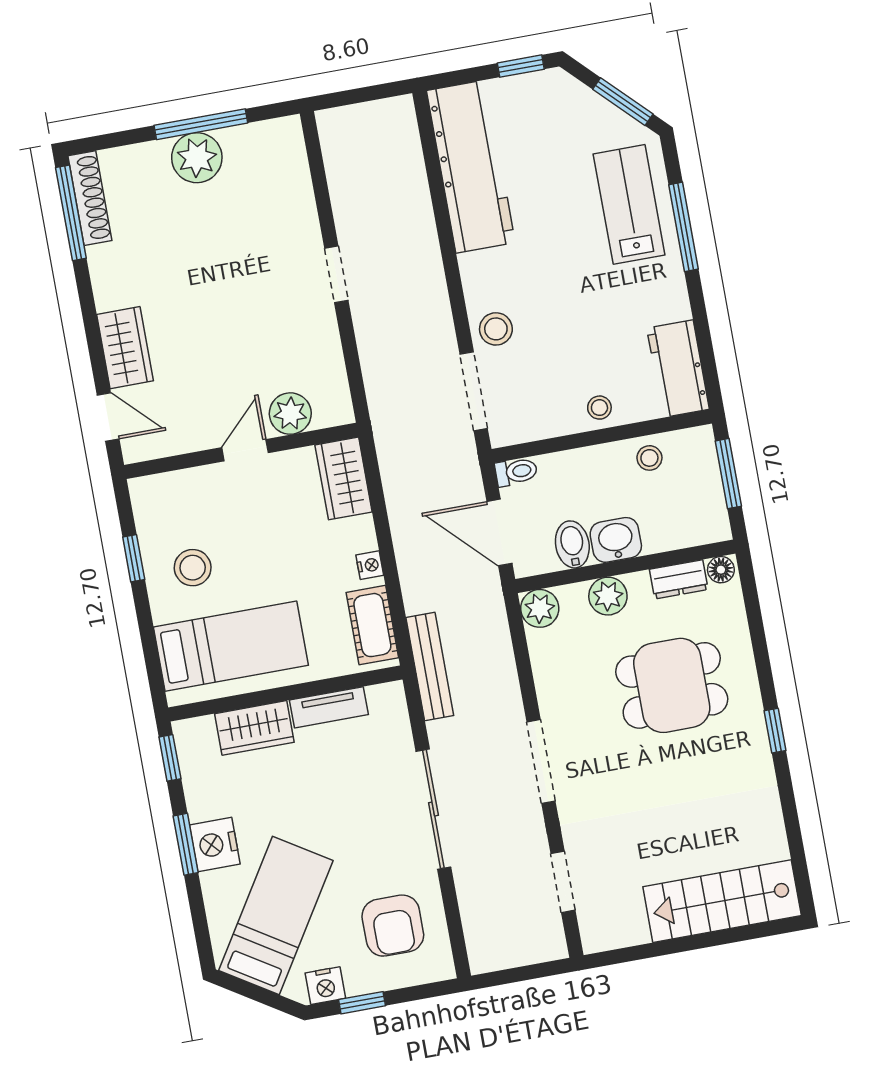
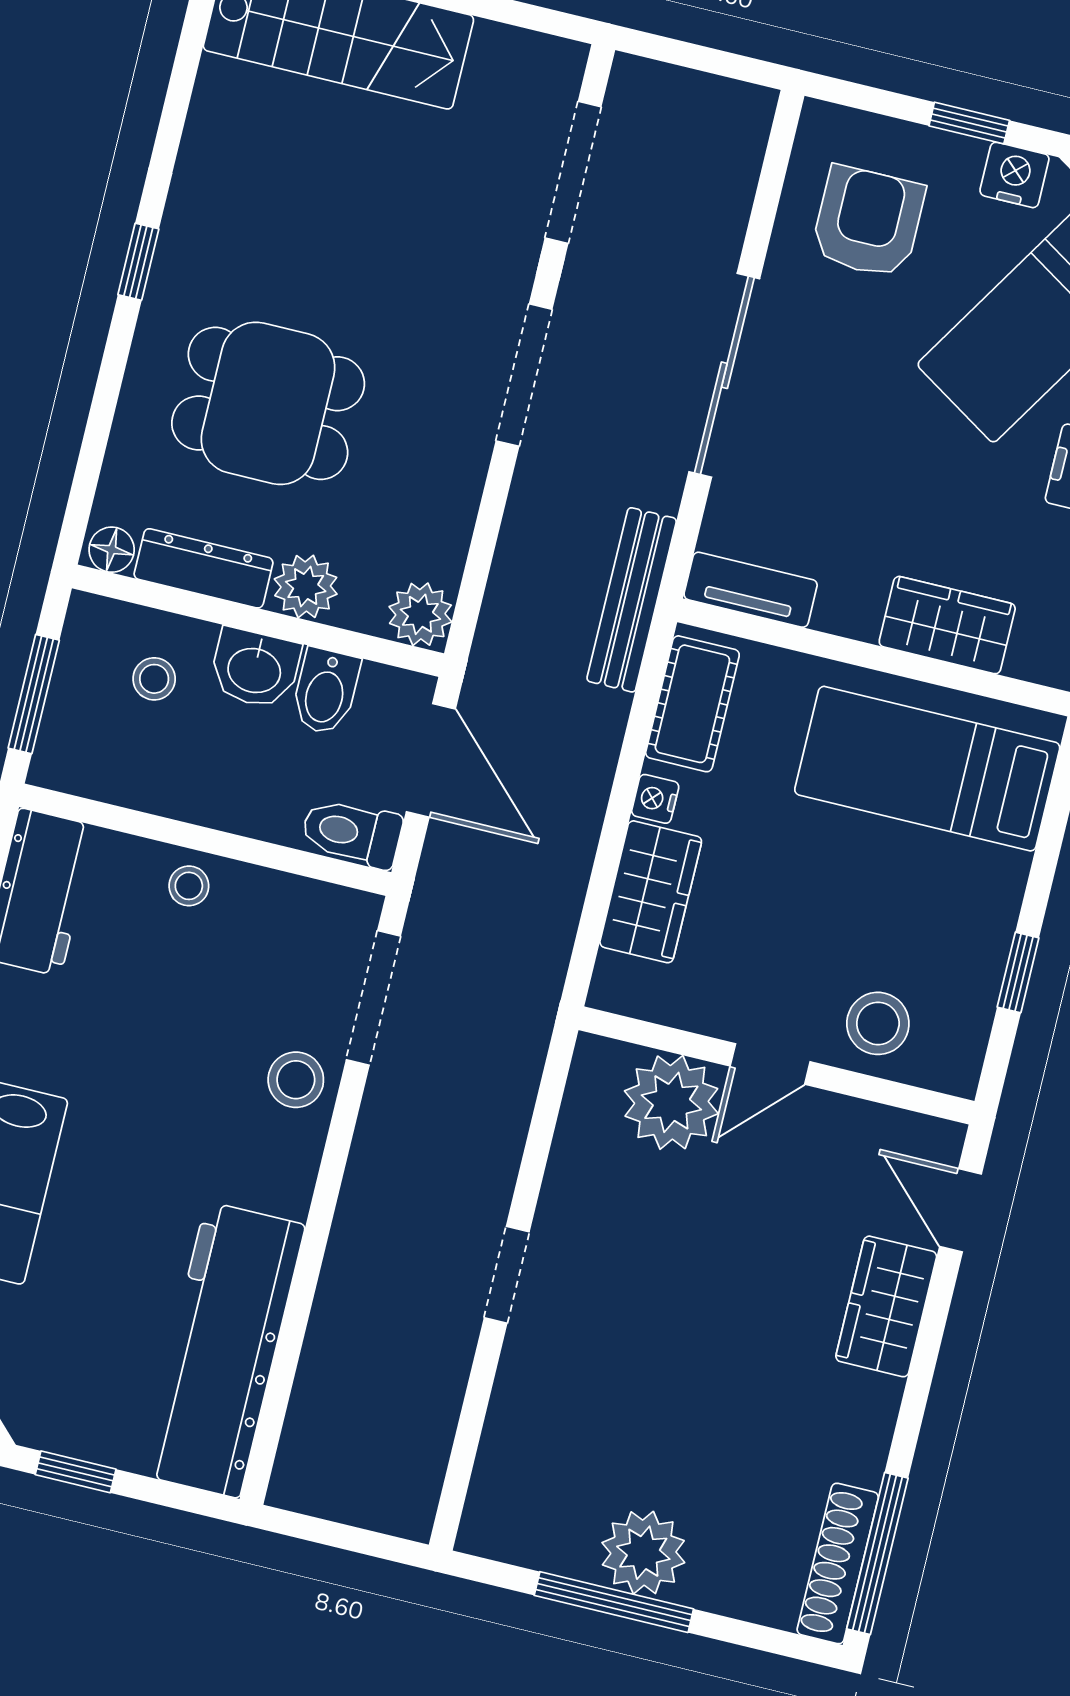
plant: (290, 414) -> (671, 1102), width x1.36, depth x1.36
stool: (649, 458) -> (154, 679), moved
toilet: (516, 472) -> (352, 833), width x1.37, depth x1.39
wardrobe: (344, 478) -> (651, 892), moved
stool: (193, 568) -> (878, 1023), moved
dresser: (679, 579) -> (204, 568), width x1.44
tv unit: (329, 707) -> (751, 590), moved
doorway: (563, 882) -> (573, 172), width x1.38

